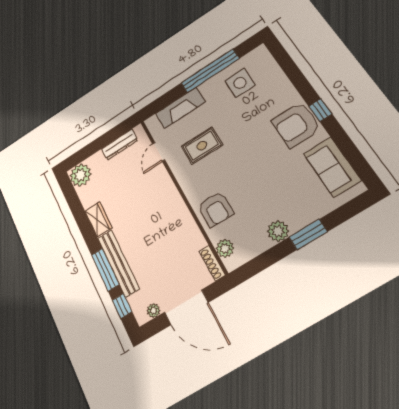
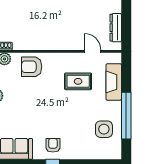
armchair: (296, 125) -> (53, 145), width x0.53, depth x0.53
rug: (202, 146) -> (78, 81), turned 90

